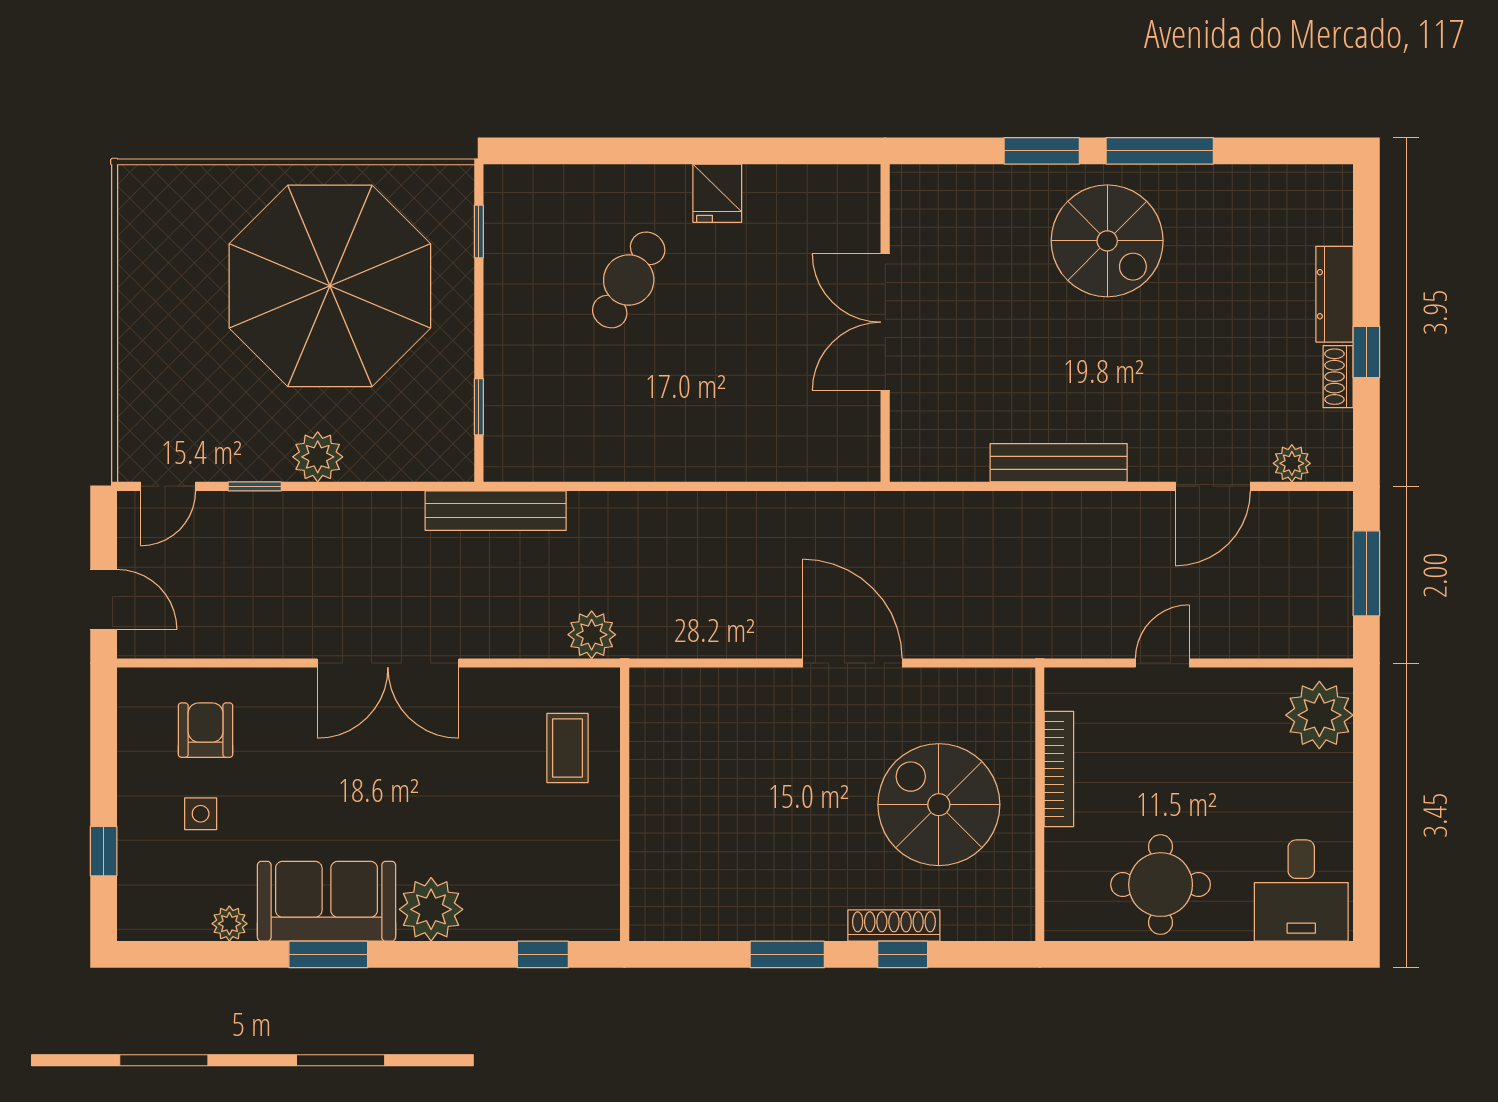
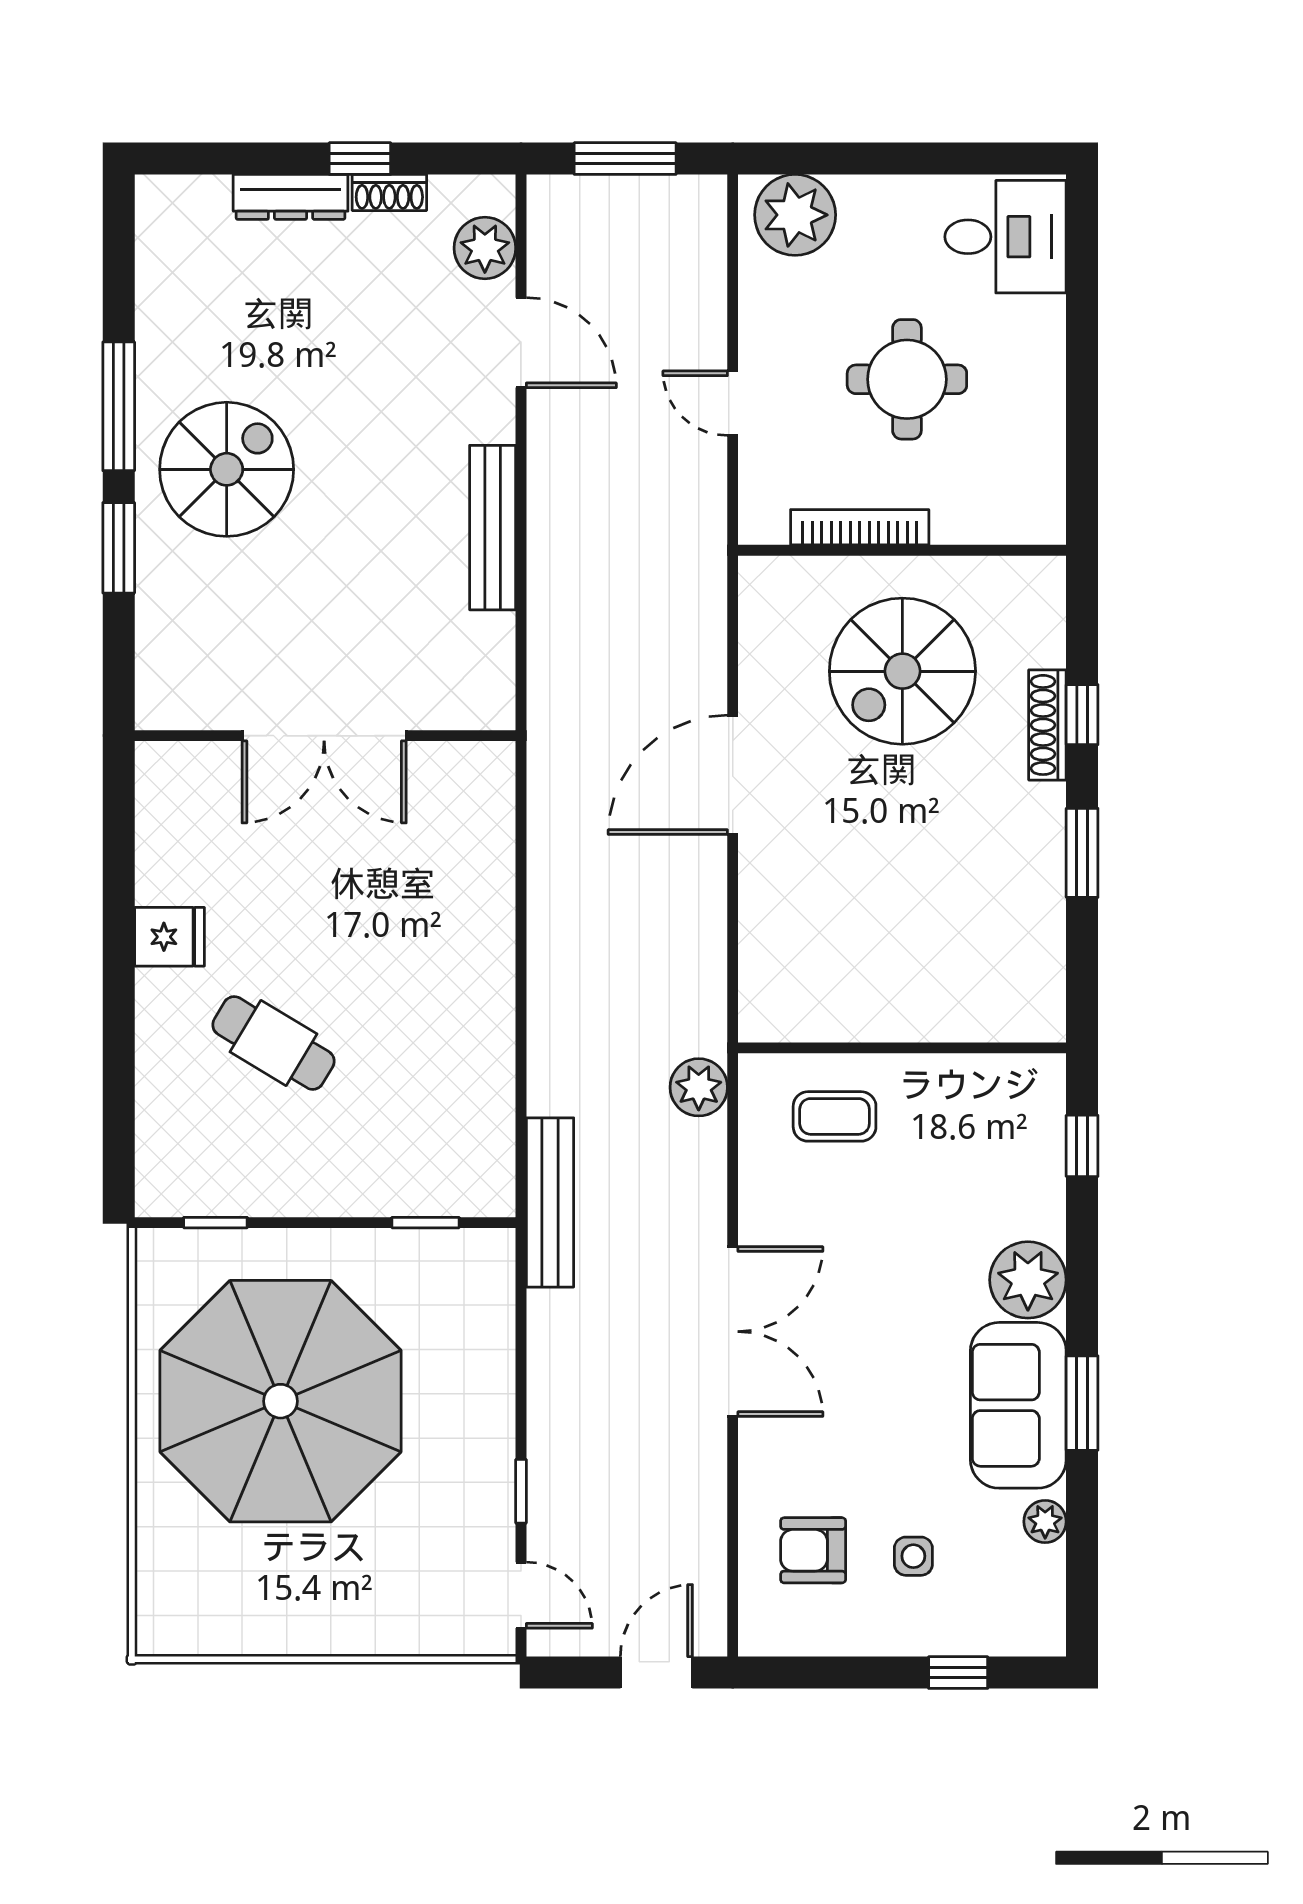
plant: (318, 457) -> (486, 1416), removed
plant: (1292, 463) -> (485, 248), width x1.38, depth x1.38
round table: (1161, 885) -> (907, 379), moved

